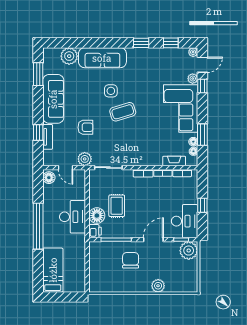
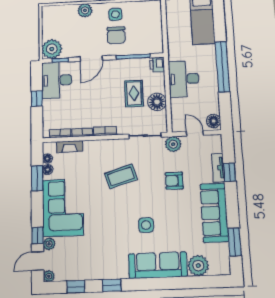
coffee table: (123, 112) -> (121, 176), moved
floor lamp: (97, 216) -> (157, 102), moved
side table: (131, 280) -> (115, 14), added

